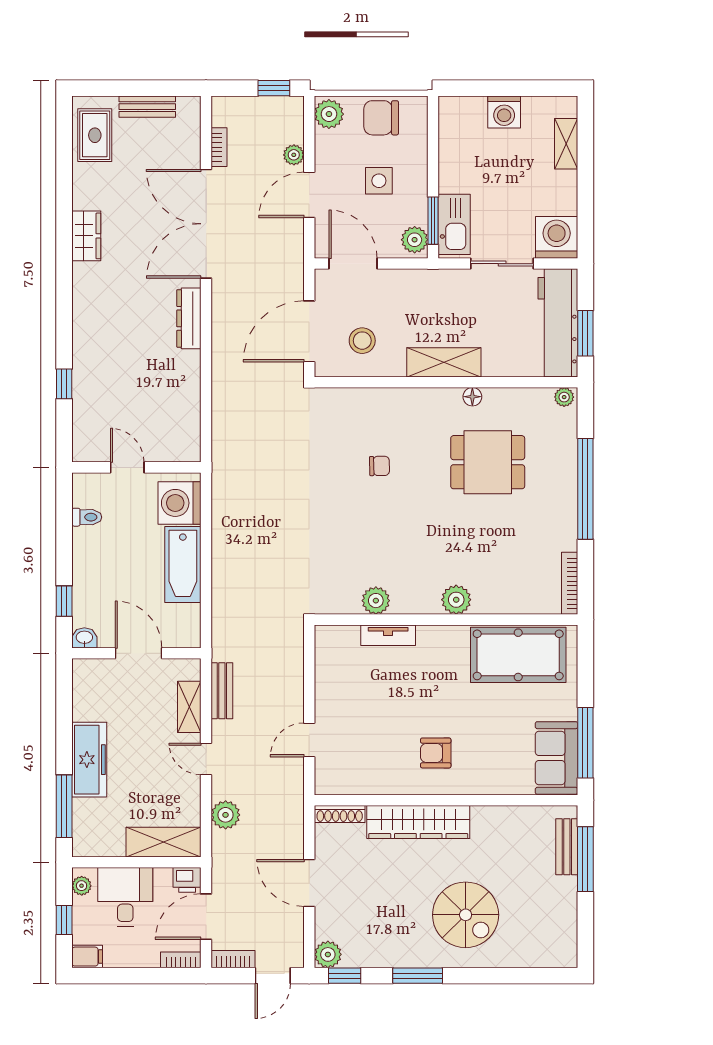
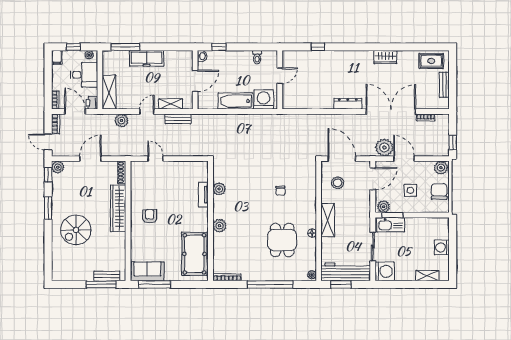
plant: (294, 155) -> (384, 147), moved, width x1.87, depth x1.87

